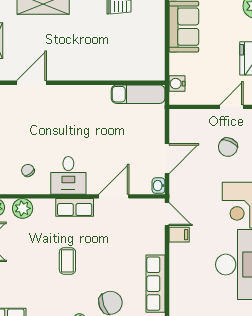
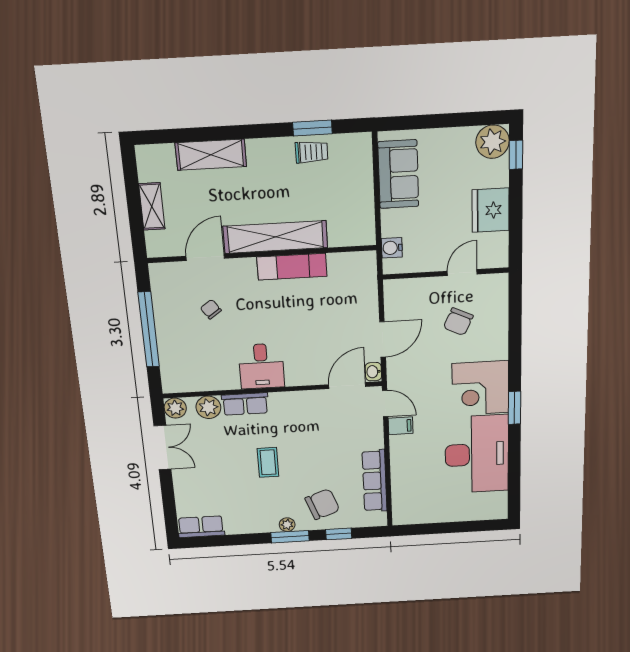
shelving: (87, 70) -> (275, 237), added
exam couch: (138, 94) -> (292, 267), moved
chair: (28, 170) -> (211, 309), moved
door: (114, 196) -> (347, 386), moved
row of seats: (75, 207) -> (245, 404), moved

